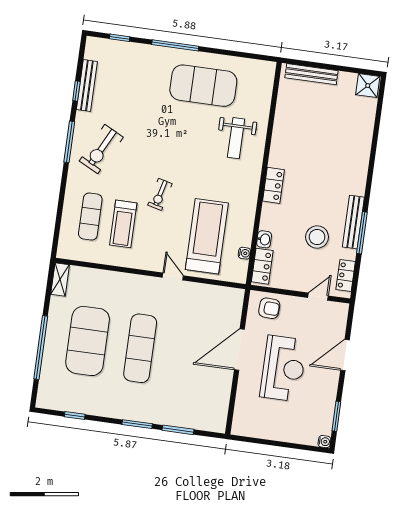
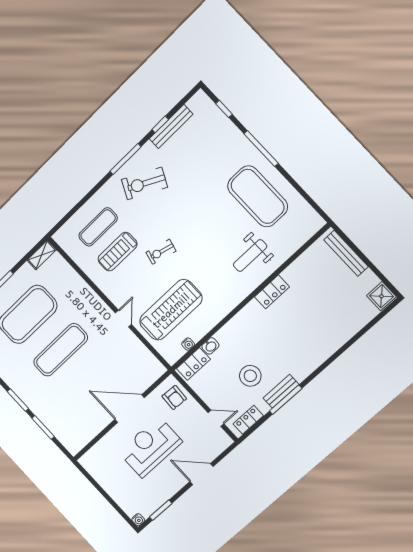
locker: (273, 185) -> (272, 292), moved
bench: (353, 222) -> (281, 391), width x0.73
reception desk: (283, 368) -> (150, 447), turned 180

